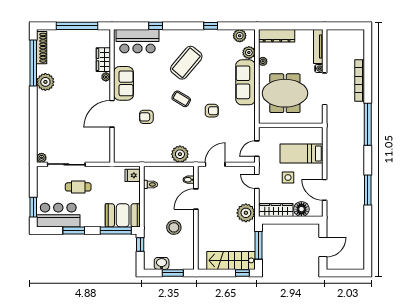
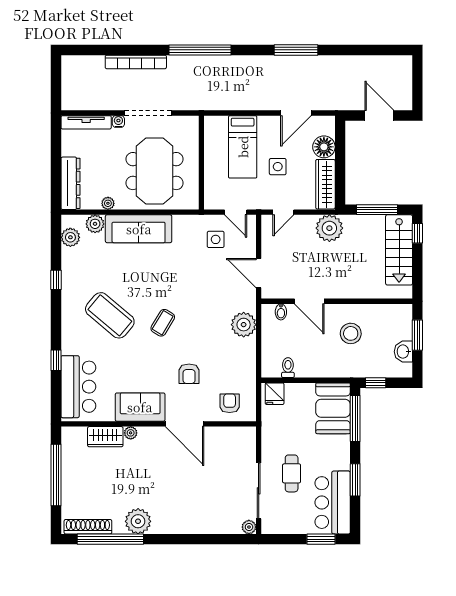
armchair: (212, 111) -> (230, 403), moved
side table: (238, 135) -> (216, 239), added

